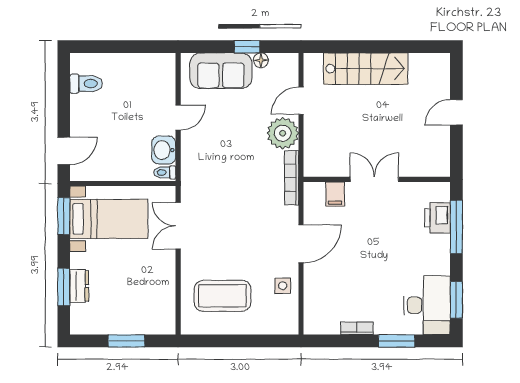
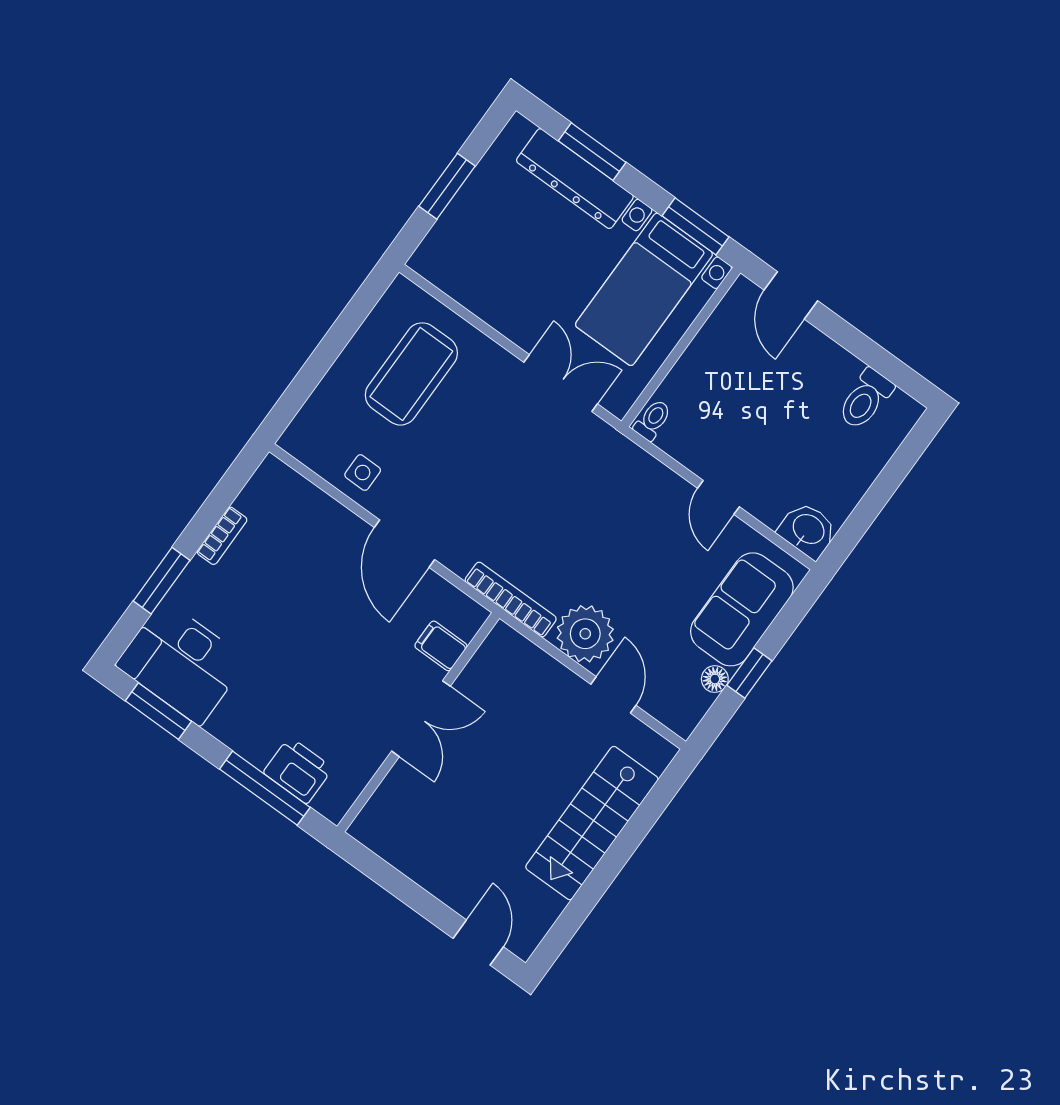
door: (456, 112) -> (478, 943), moved
washbasin: (164, 150) -> (808, 530), moved
dresser: (79, 286) -> (575, 179), width x1.96, depth x1.24

